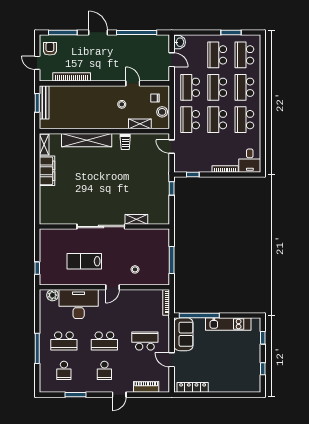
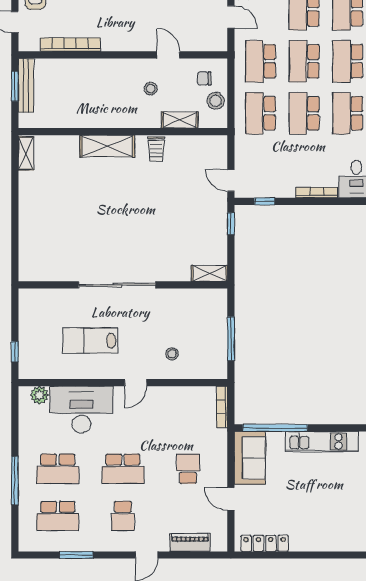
shelving: (87, 140) -> (107, 146), width x0.68
door: (172, 147) -> (231, 181), moved
filing cabinet: (47, 171) -> (31, 195), removed
shelving: (136, 219) -> (209, 273), moved
school desk: (145, 341) -> (188, 469), width x0.54
school desk: (64, 370) -> (58, 516), width x1.85

